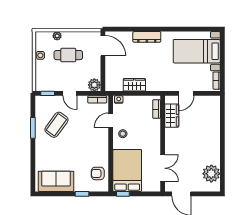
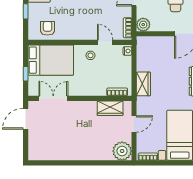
wardrobe: (134, 85) -> (143, 84), moved
door: (186, 93) -> (134, 124), swing flipped
double door: (163, 168) -> (53, 98), swing flipped
plant: (211, 174) -> (122, 151), moved
window: (123, 194) -> (26, 74), moved

